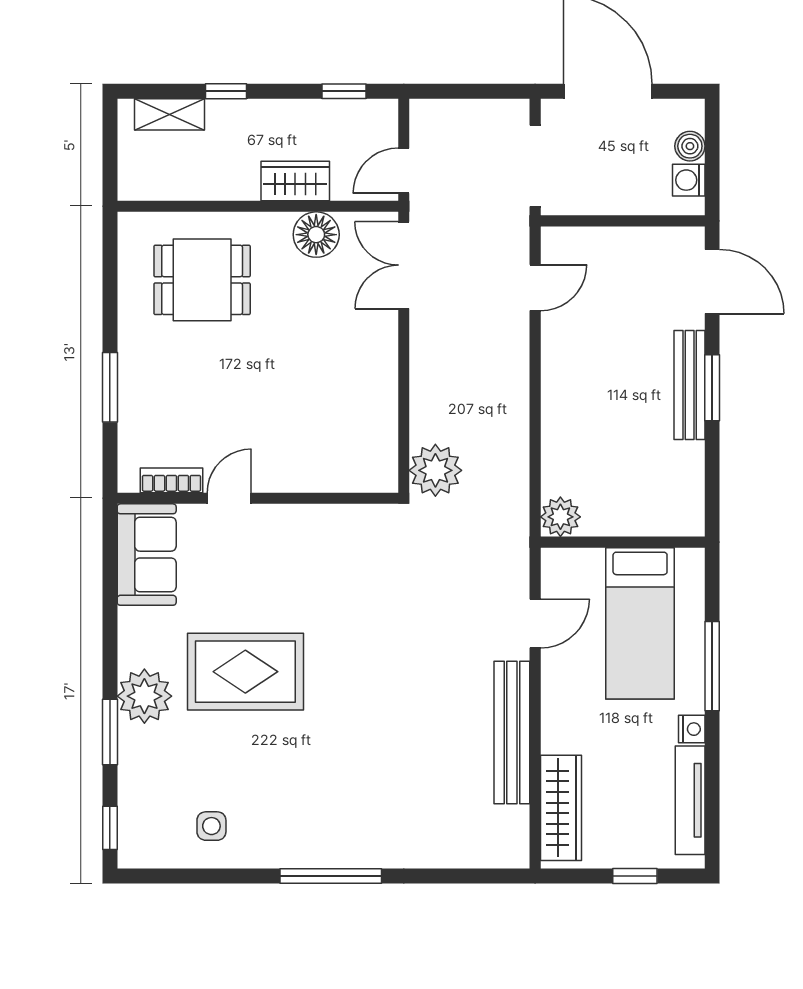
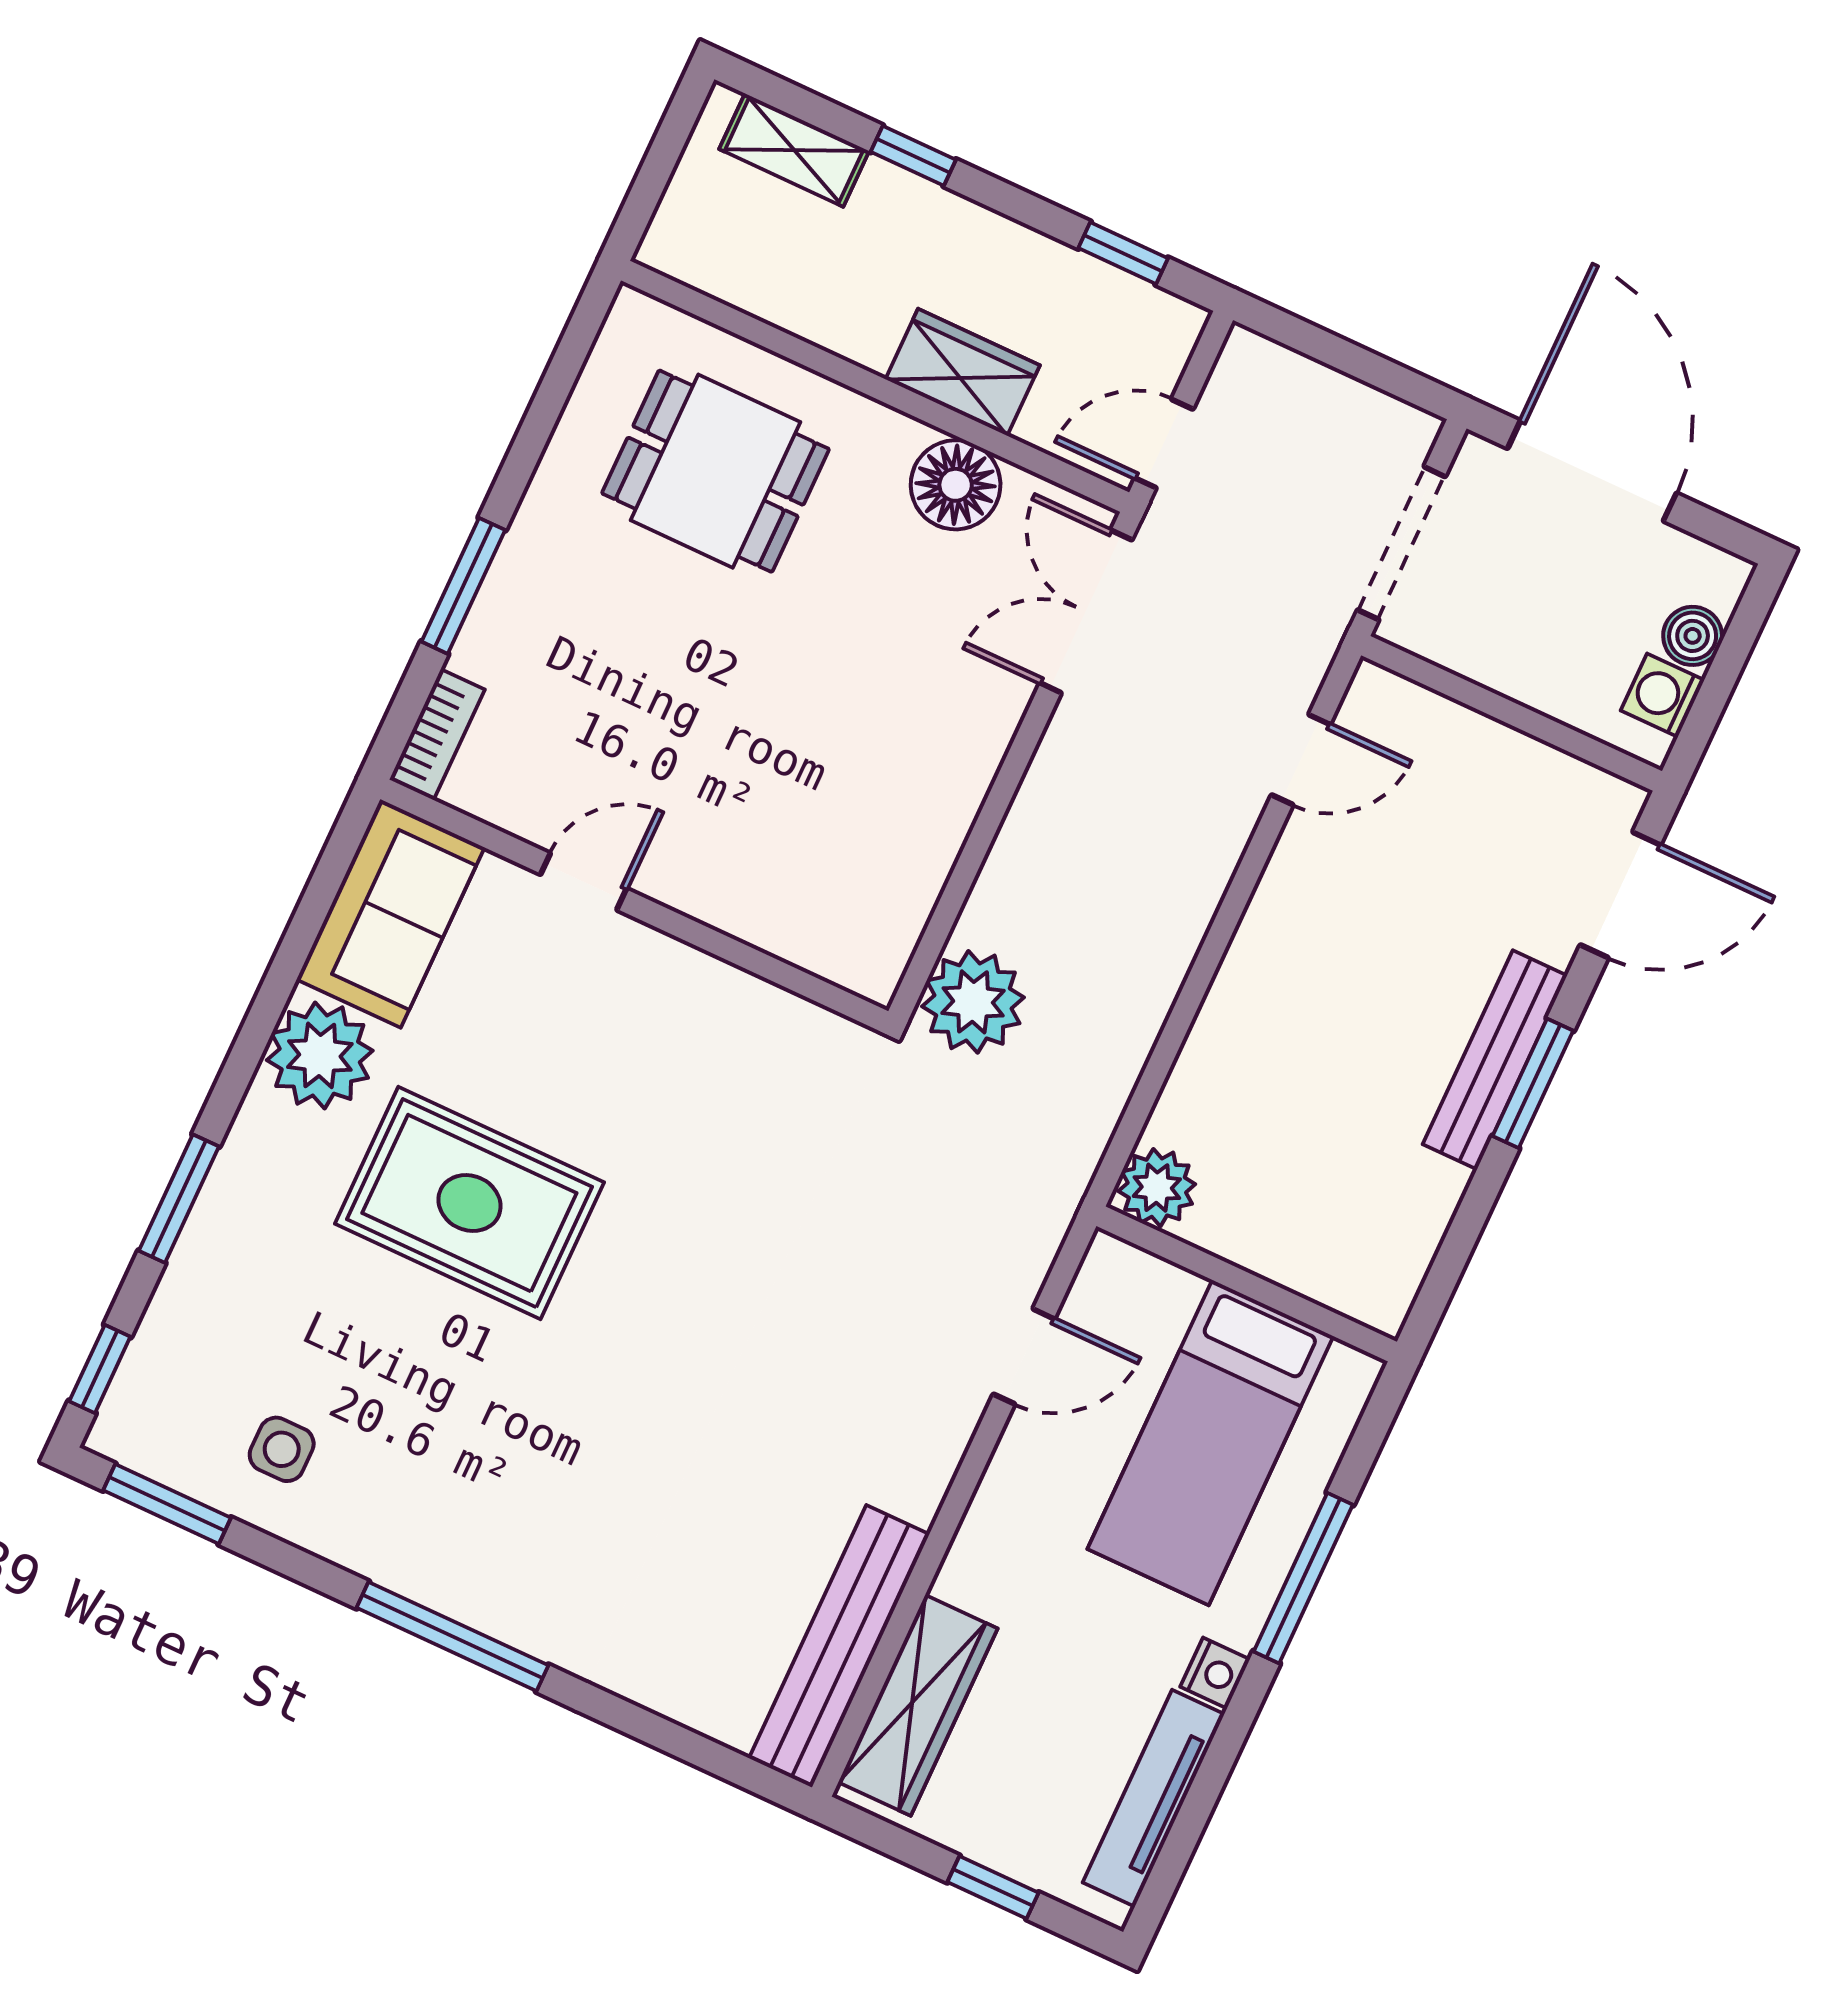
door: (712, 282) -> (1620, 895), hinge flipped
bookcase: (171, 480) -> (437, 734), moved, turned 90
plant: (144, 696) -> (320, 1055), moved
bench: (512, 733) -> (839, 1646), moved
window: (170, 876) -> (167, 1504), added

